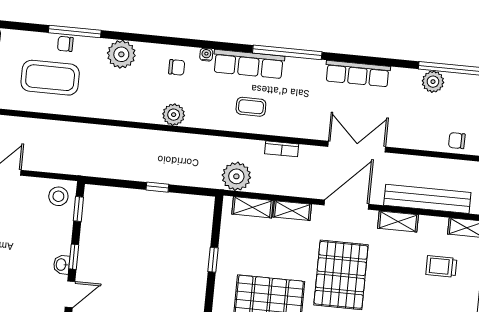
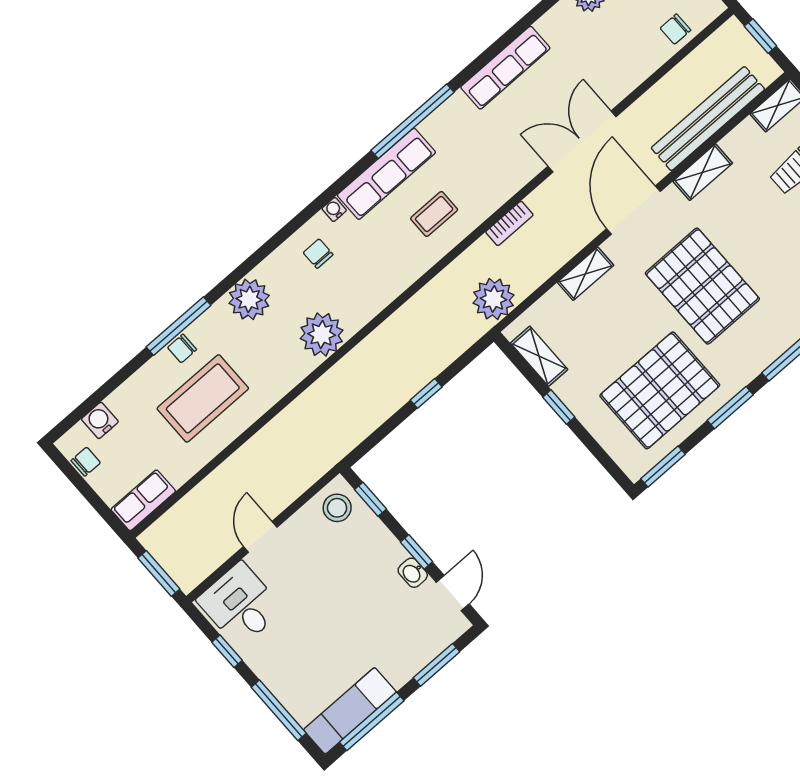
chair: (177, 67) -> (318, 254), turned -90
plant: (174, 115) -> (322, 334), moved, width x1.36, depth x1.36
shelving: (252, 207) -> (539, 356), moved, turned 90

